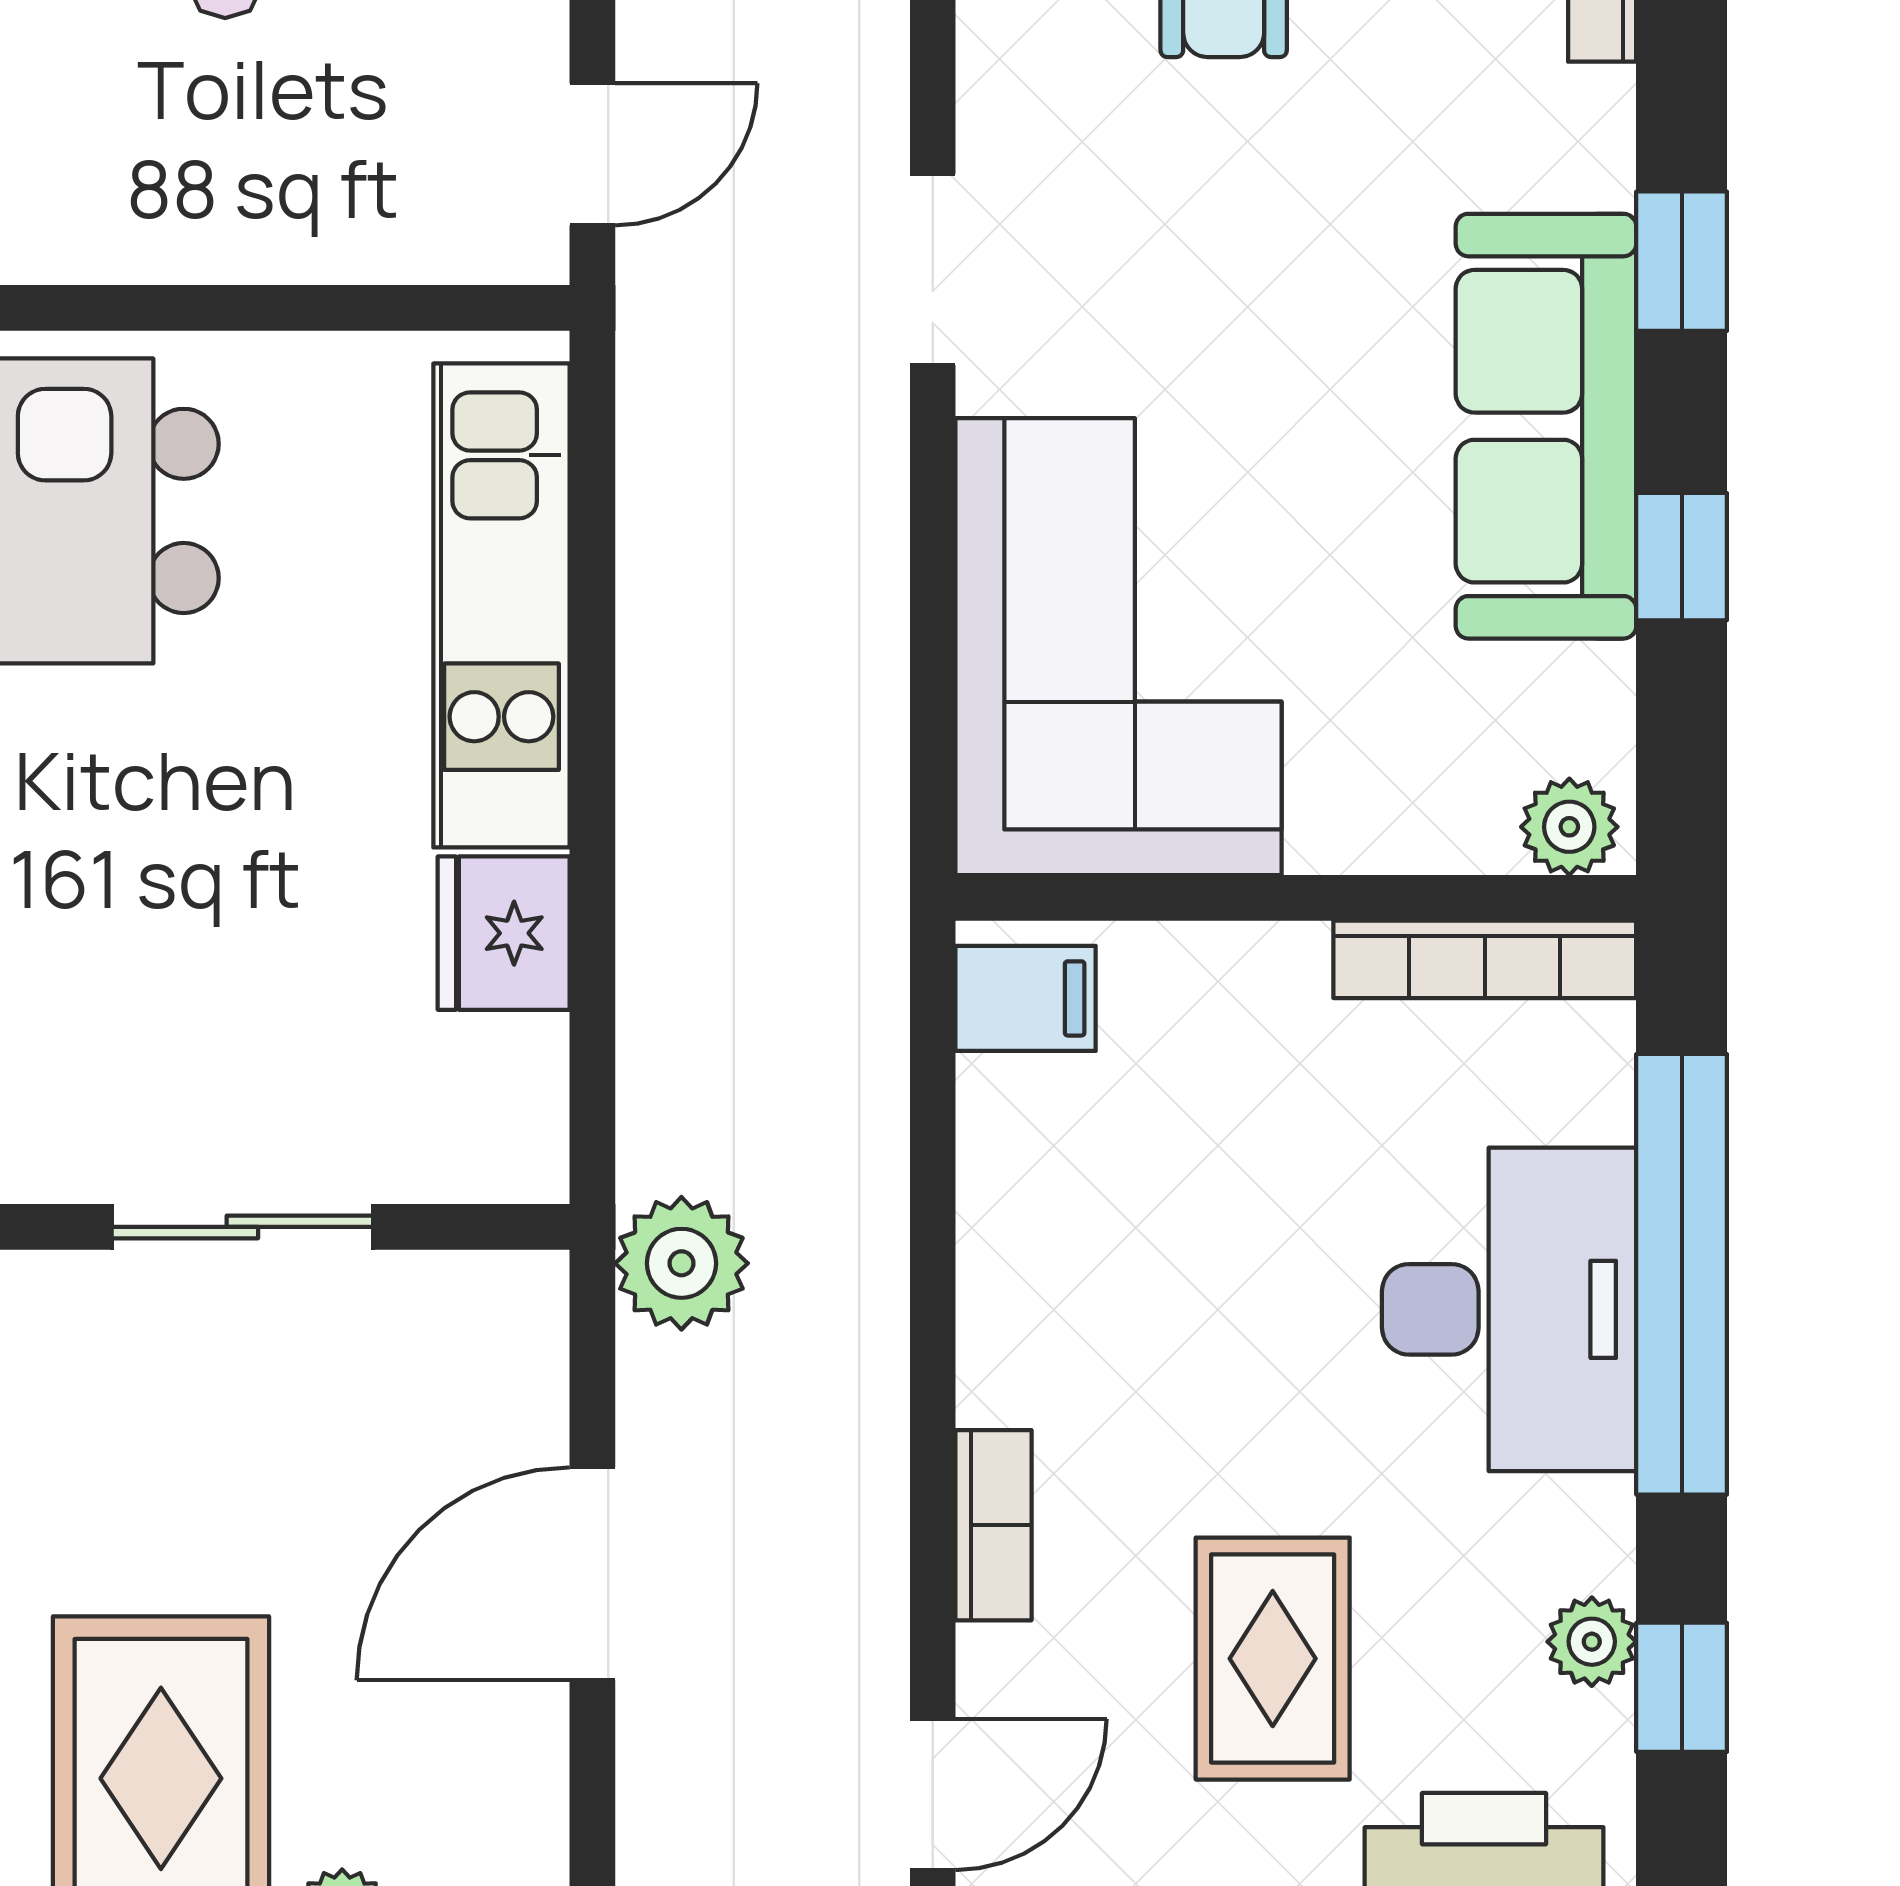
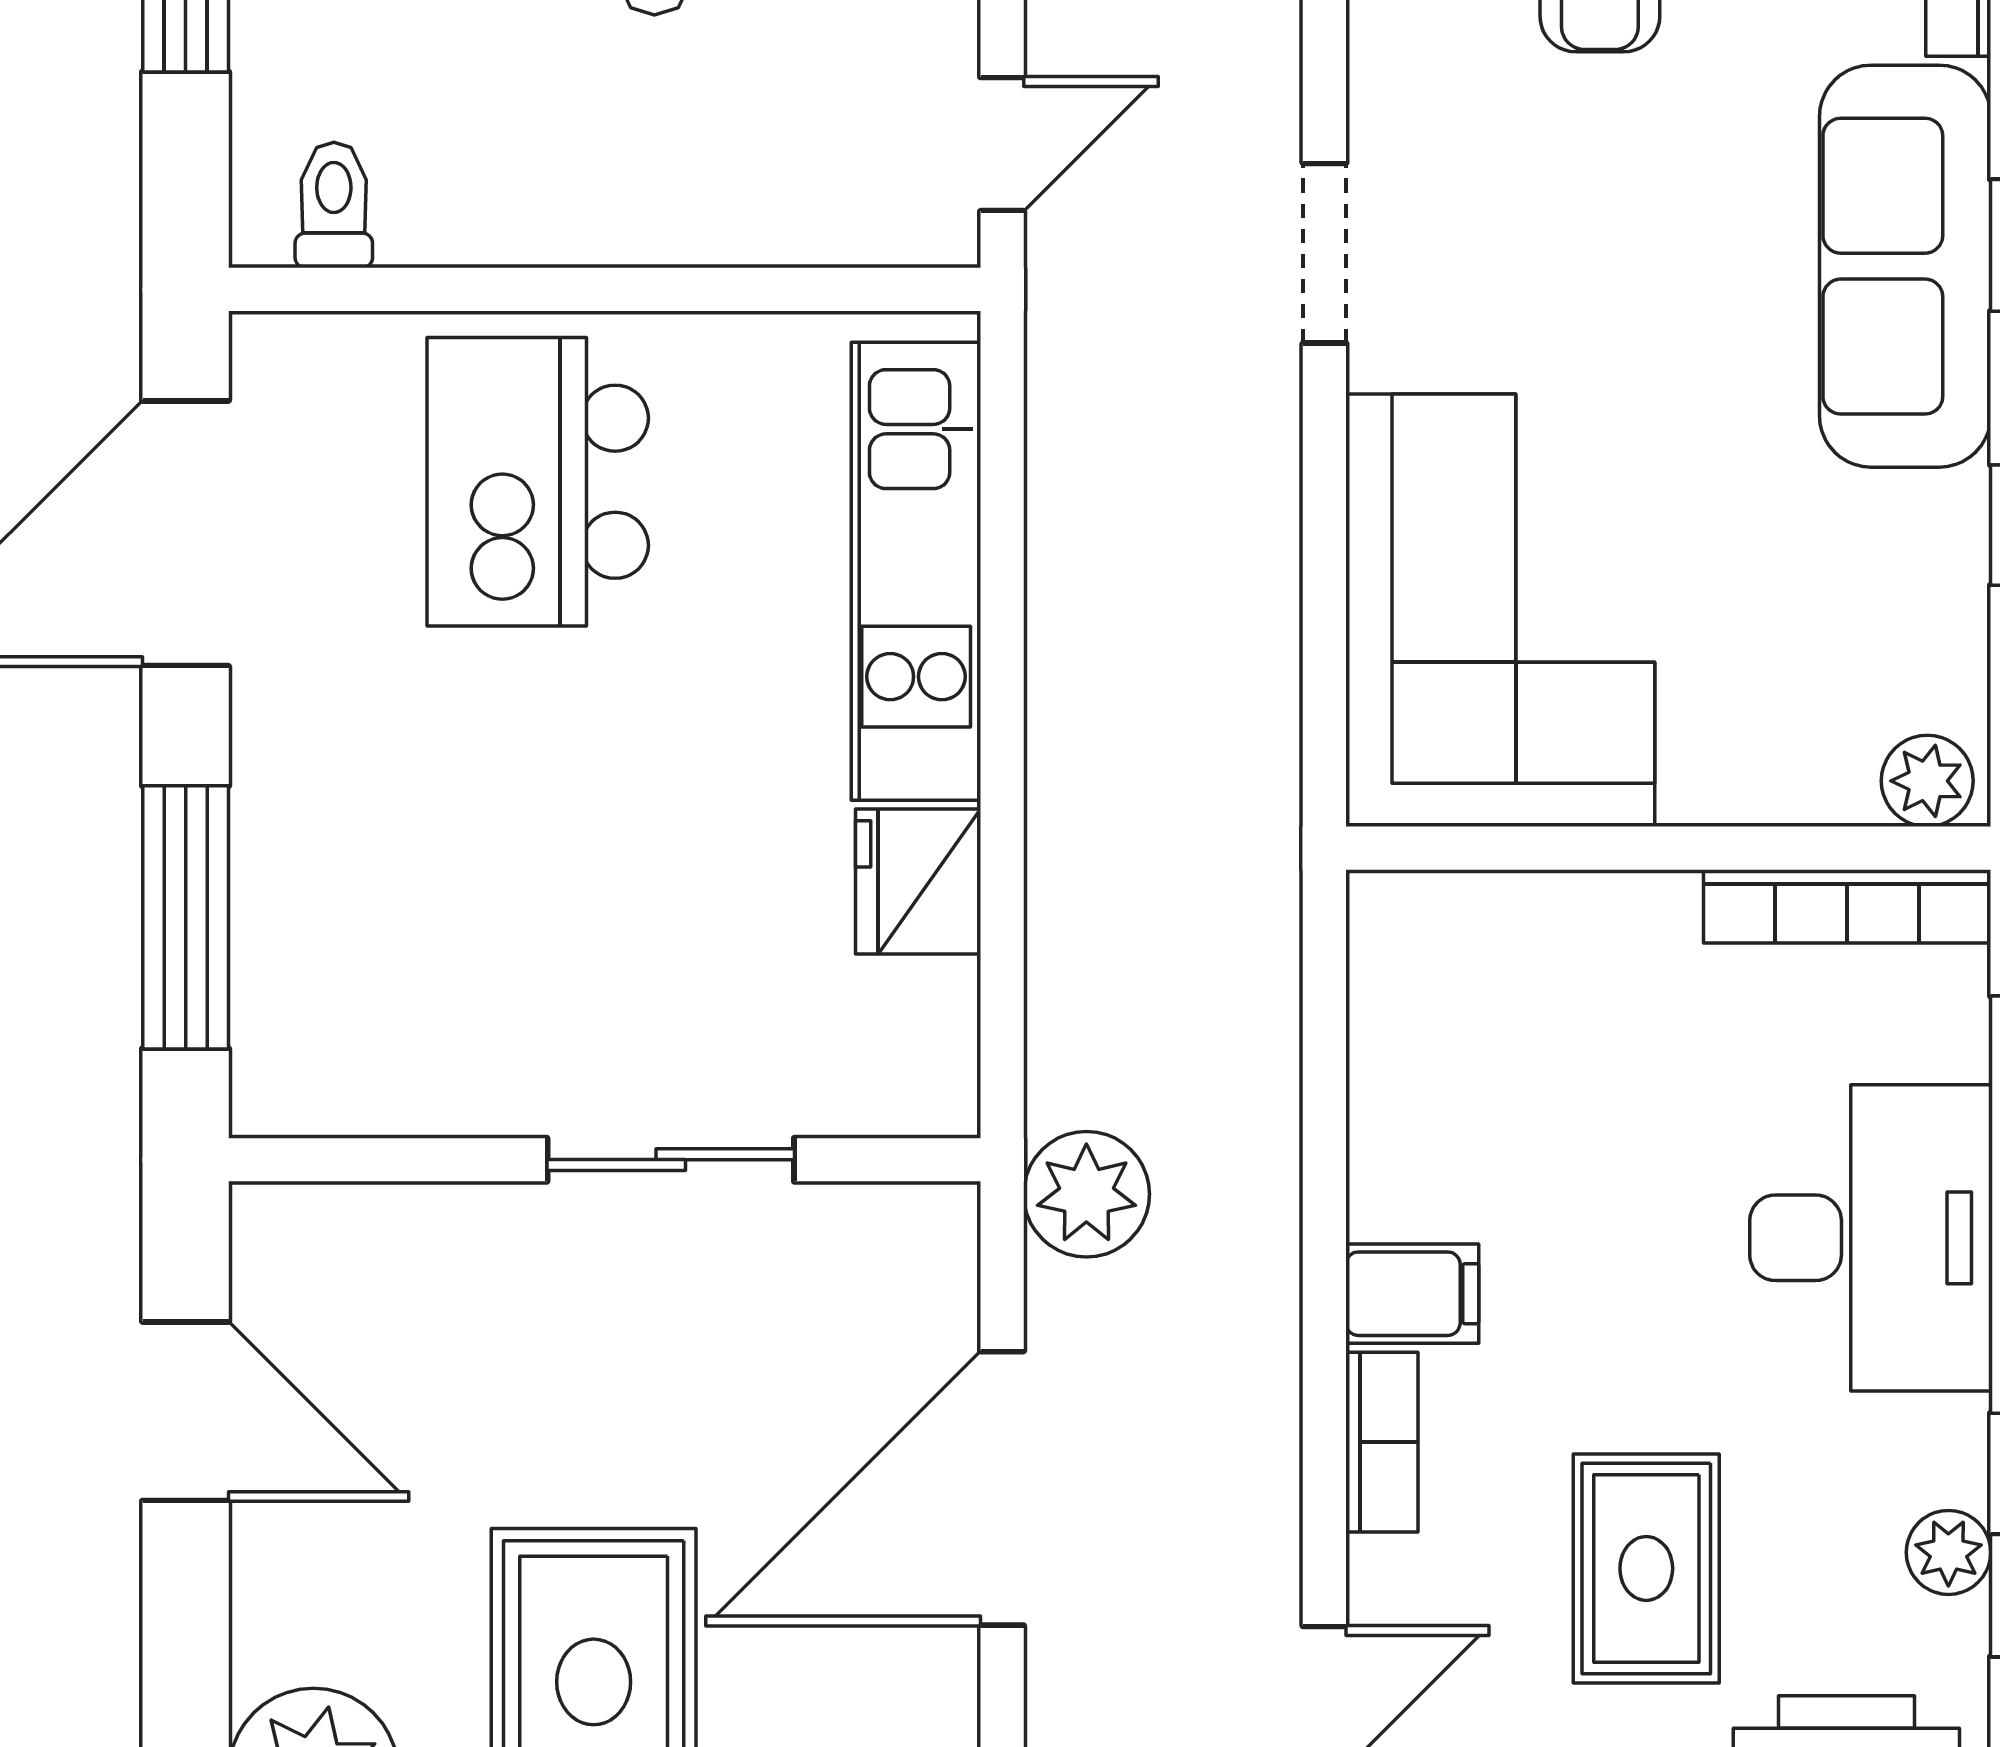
sofa: (1546, 426) -> (1905, 266), moved
filing cabinet: (1026, 998) -> (1412, 1294), moved
door: (592, 1574) -> (1002, 1488), width x1.36

